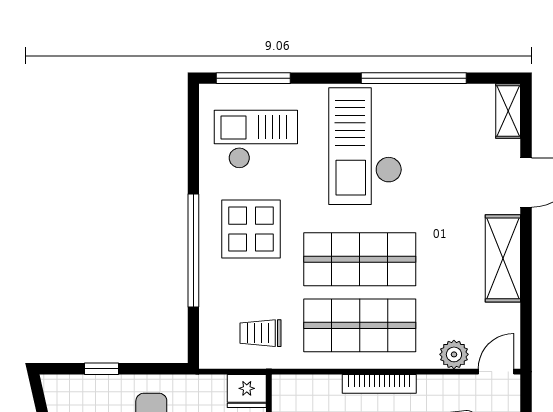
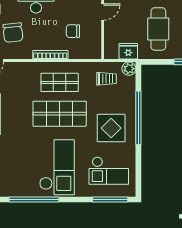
shop shelf: (360, 325) -> (60, 82), width x0.70, depth x0.74
plant: (454, 354) -> (129, 69), moved
fridge: (247, 391) -> (128, 51), moved

